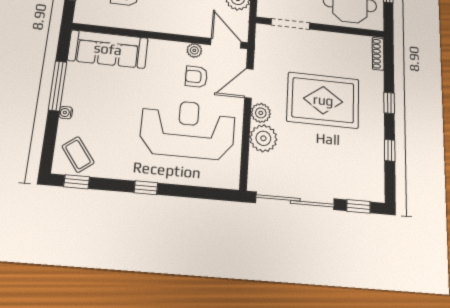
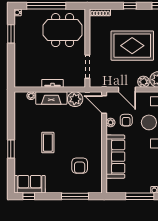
door: (226, 43) -> (104, 104), hinge flipped
sofa: (108, 49) -> (115, 157), moved
rug: (323, 100) -> (132, 46), turned 90

